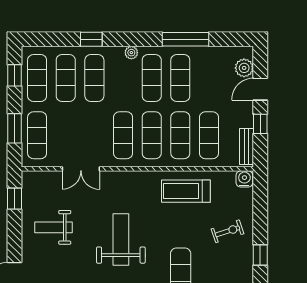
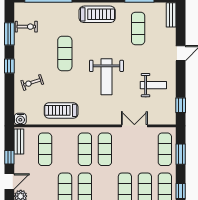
exercise mat: (180, 135) -> (65, 149), removed
treadmill: (186, 191) -> (61, 110), turned 180

